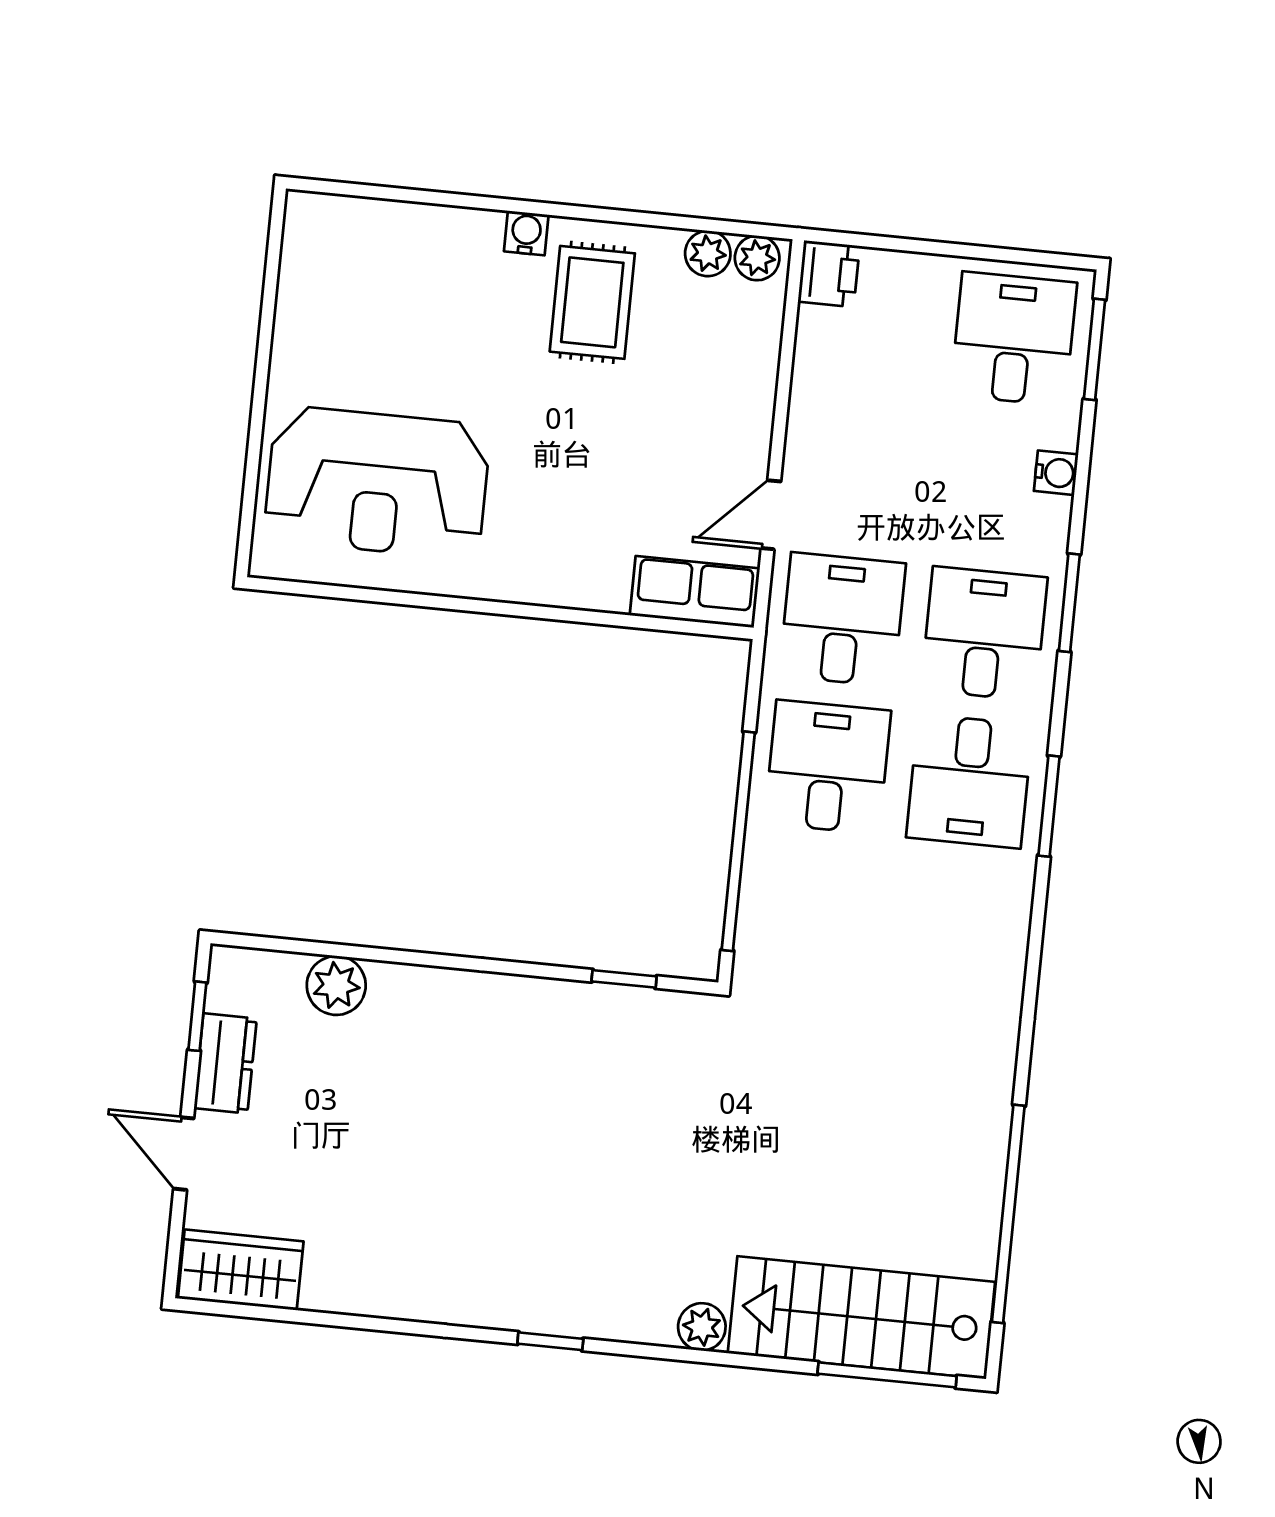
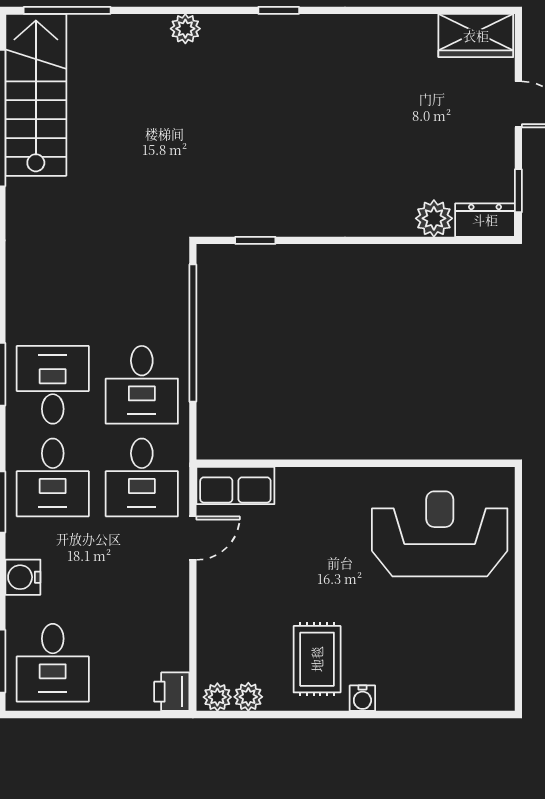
water cooler: (1056, 473) -> (23, 577), width x1.38, depth x1.38
dresser: (225, 1063) -> (485, 220), moved, turned 90
stairs: (861, 1318) -> (36, 95), moved, turned -90

